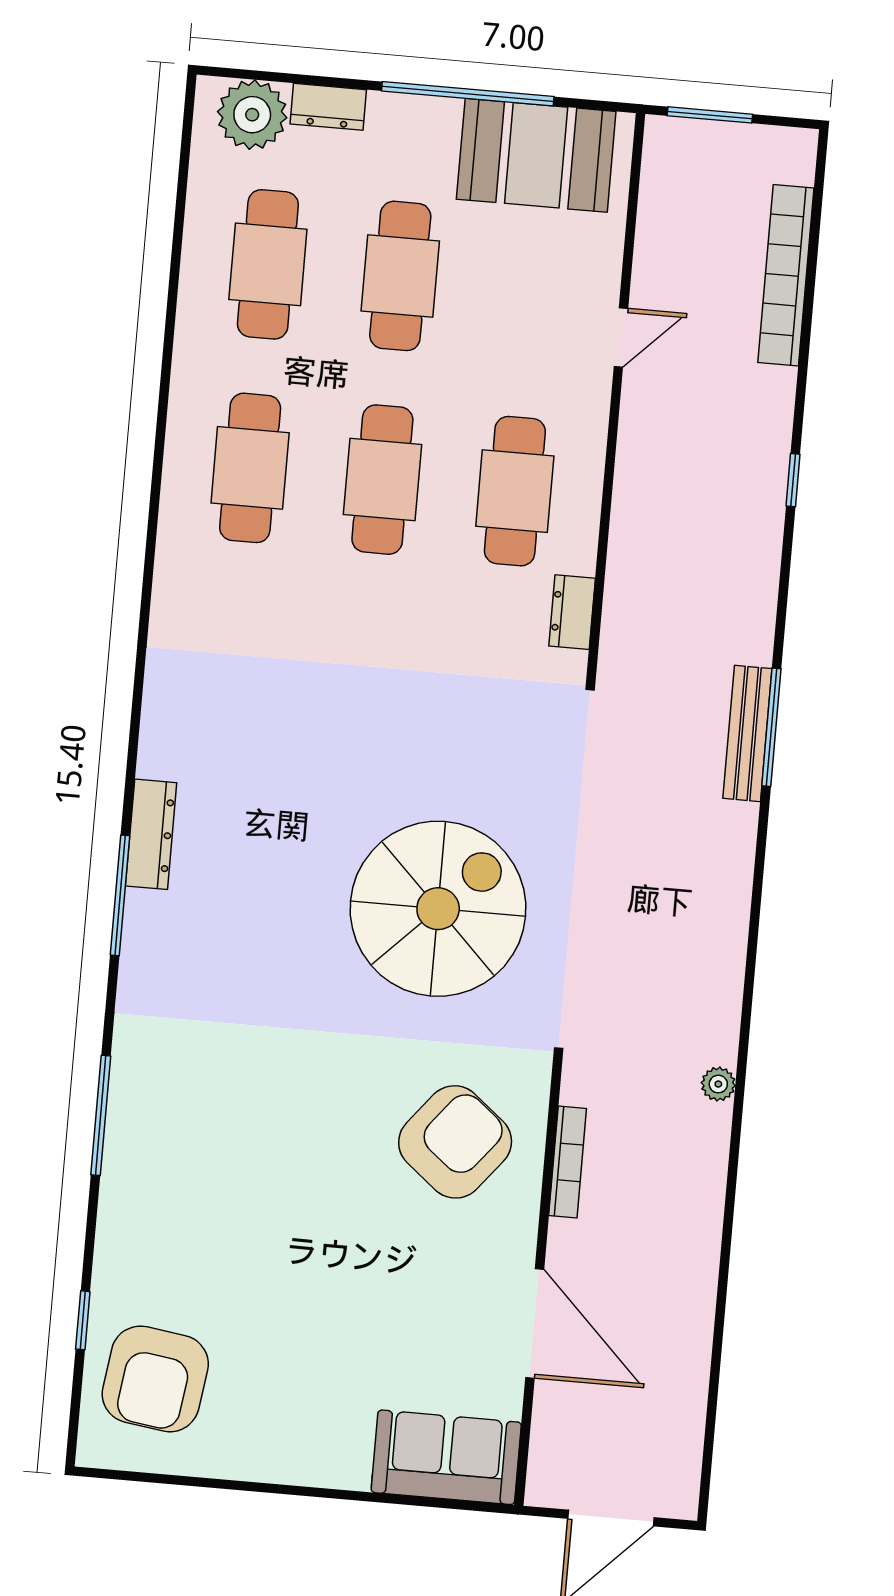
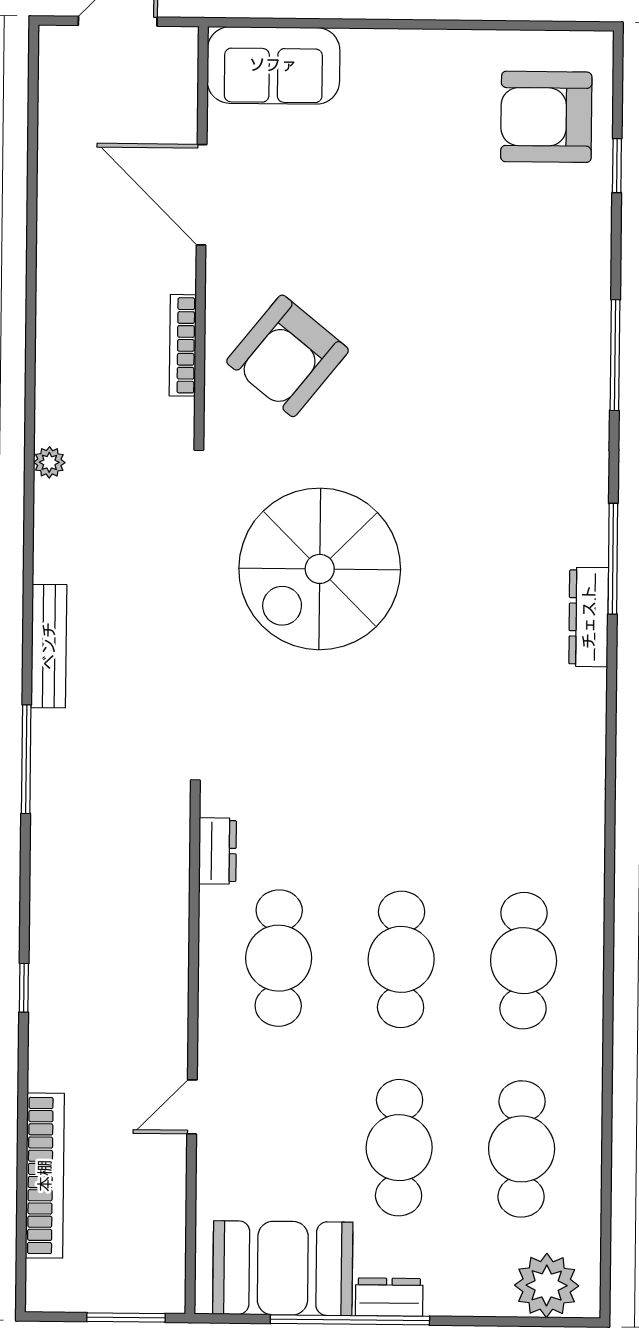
dresser: (328, 107) -> (389, 1297), moved
bench: (747, 733) -> (49, 646), moved
plant: (718, 1084) -> (49, 462), moved
armchair: (155, 1379) -> (546, 117), turned -98

